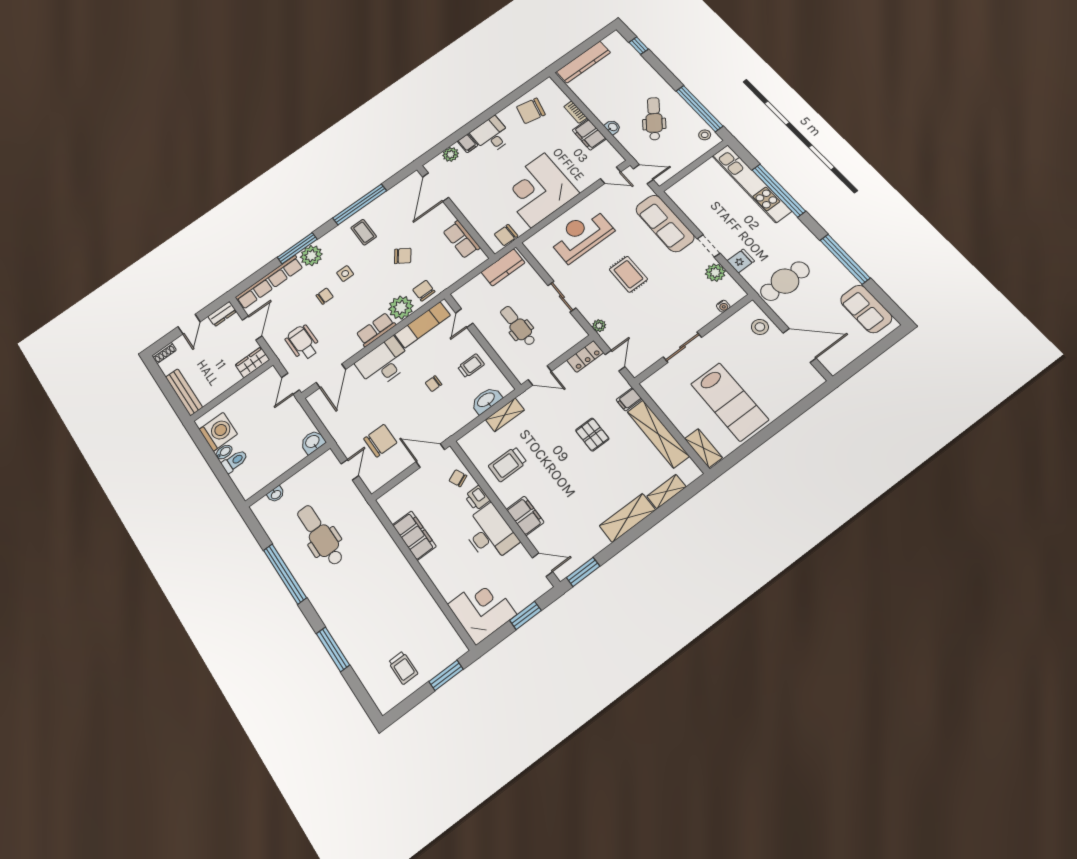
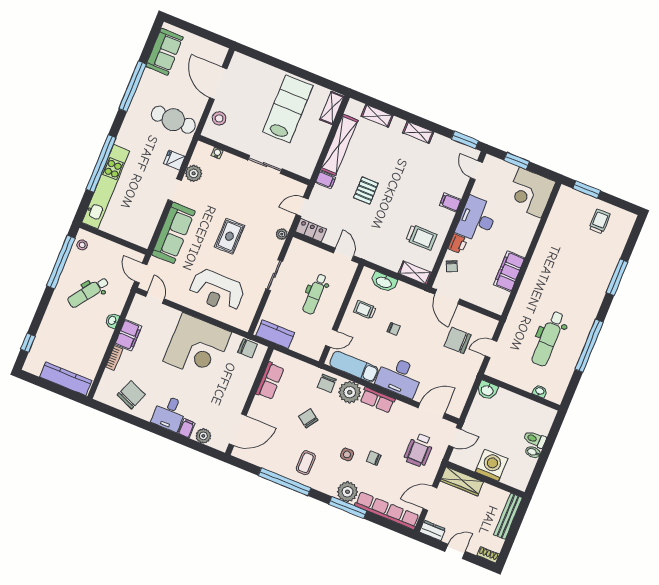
chair: (531, 111) -> (131, 395), turned -81
wardrobe: (252, 362) -> (462, 481), width x1.50
shelving: (505, 415) -> (415, 273), moved
washing machine: (218, 432) -> (491, 465), moved, turned 90
filing cabinet: (525, 516) -> (450, 202), width x0.50
shelving: (627, 518) -> (418, 132), width x0.67, depth x0.75

